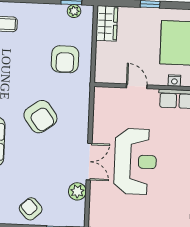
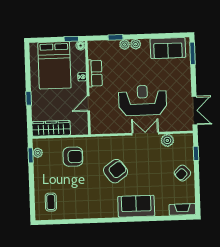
wardrobe: (107, 23) -> (51, 128), width x1.50

